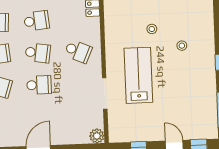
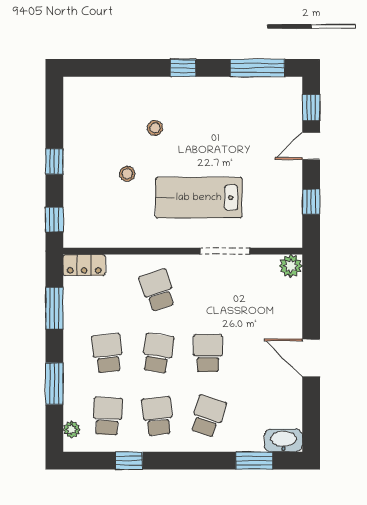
school desk: (78, 51) -> (158, 290), turned -42

